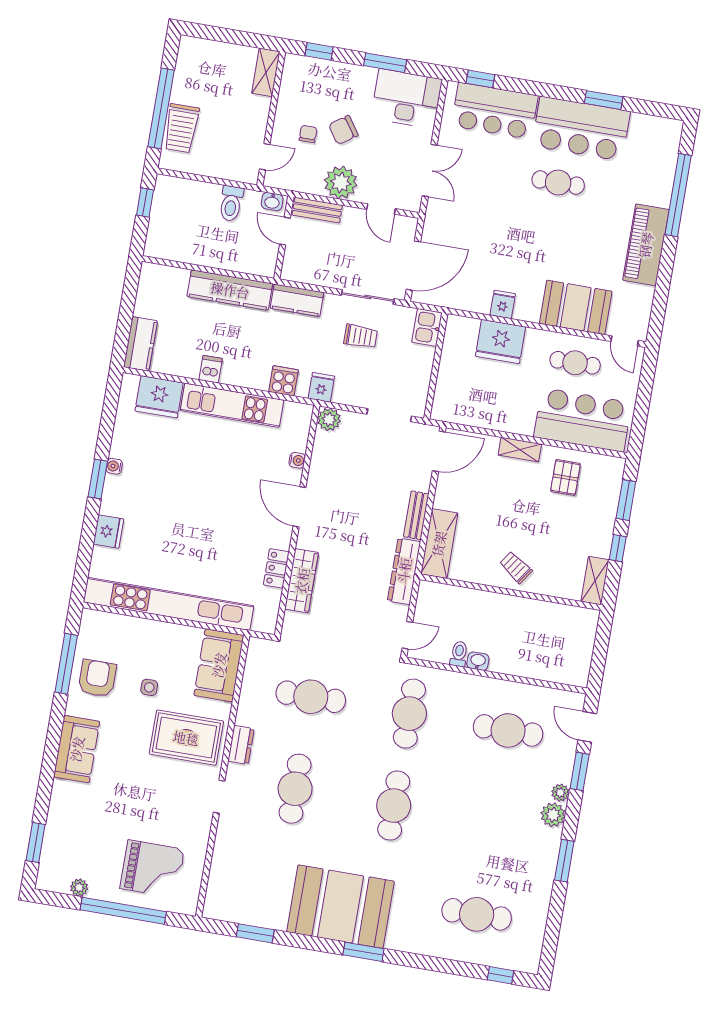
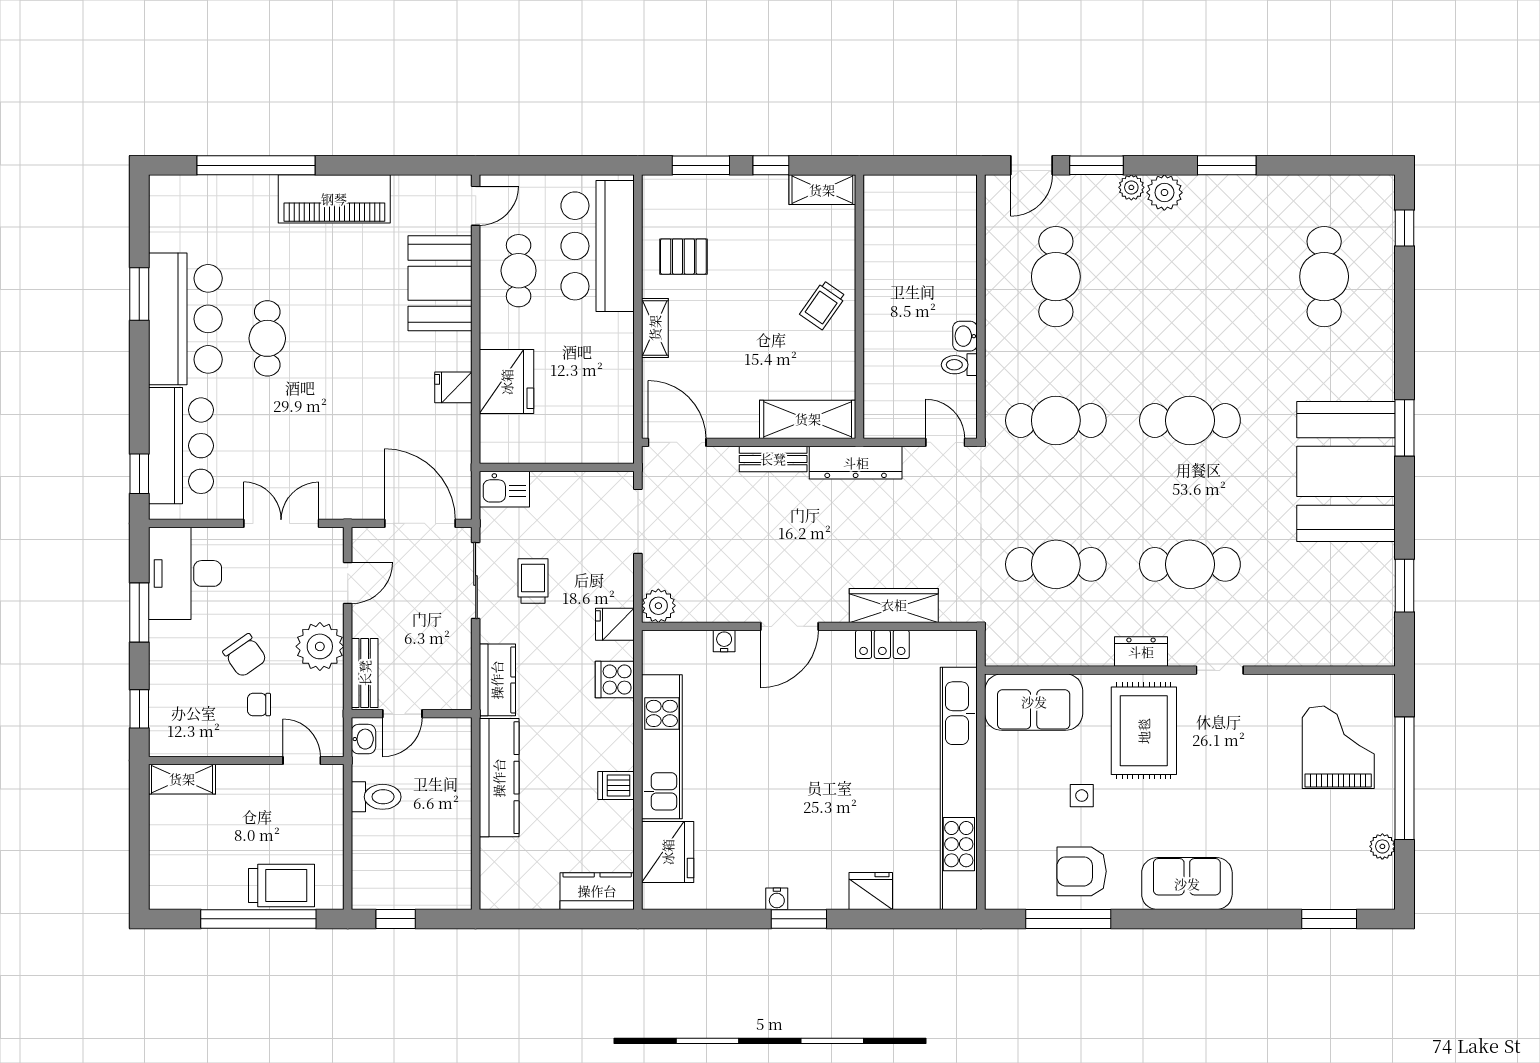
cafe table: (311, 697) -> (1056, 564), turned 90

